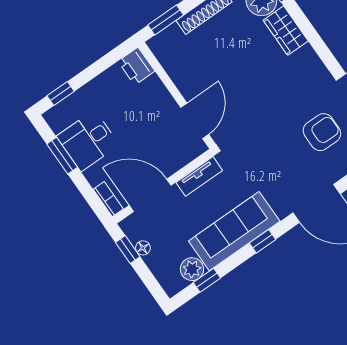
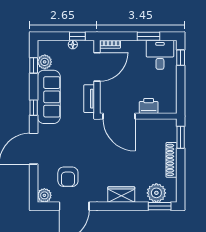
wardrobe: (286, 31) -> (121, 195), moved
printer: (136, 66) -> (149, 106), moved
door: (195, 121) -> (119, 116), width x1.36
desk: (88, 141) -> (160, 55), moved

